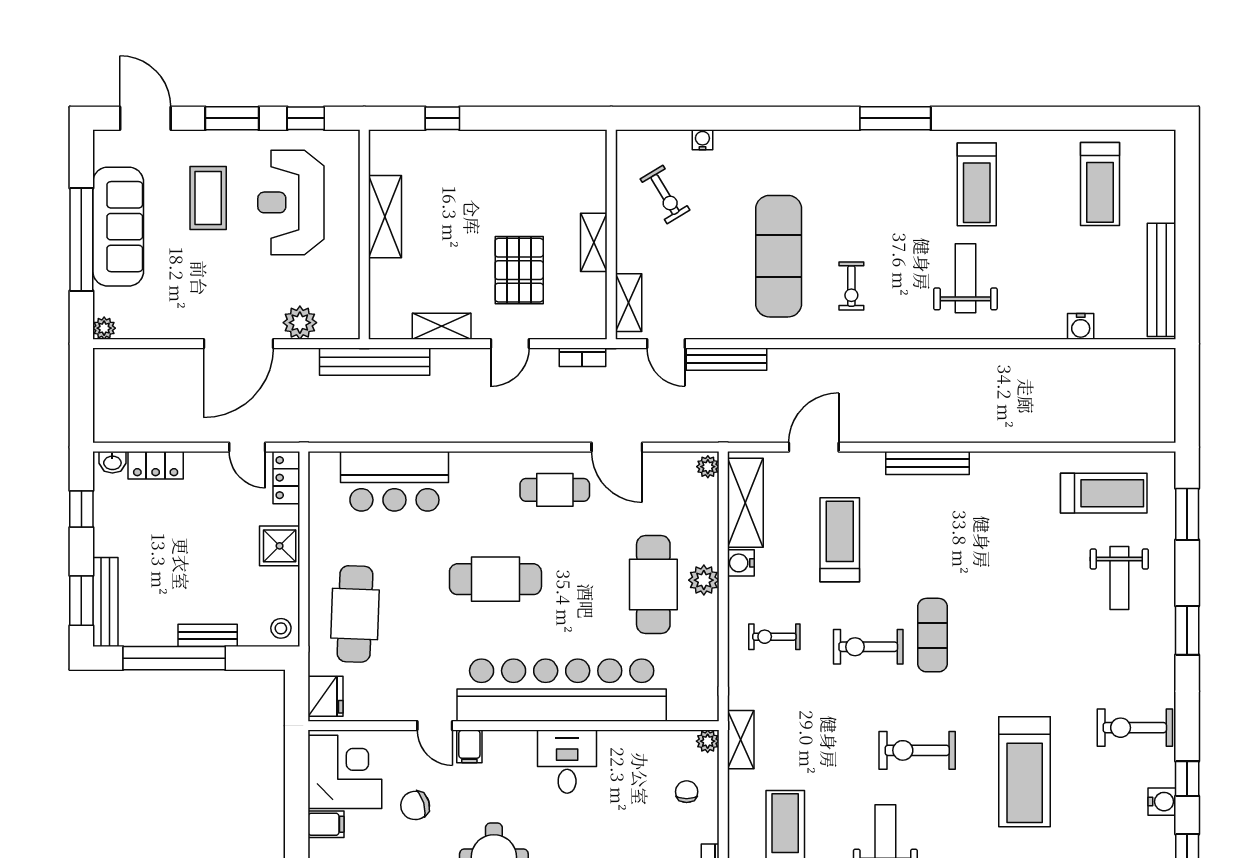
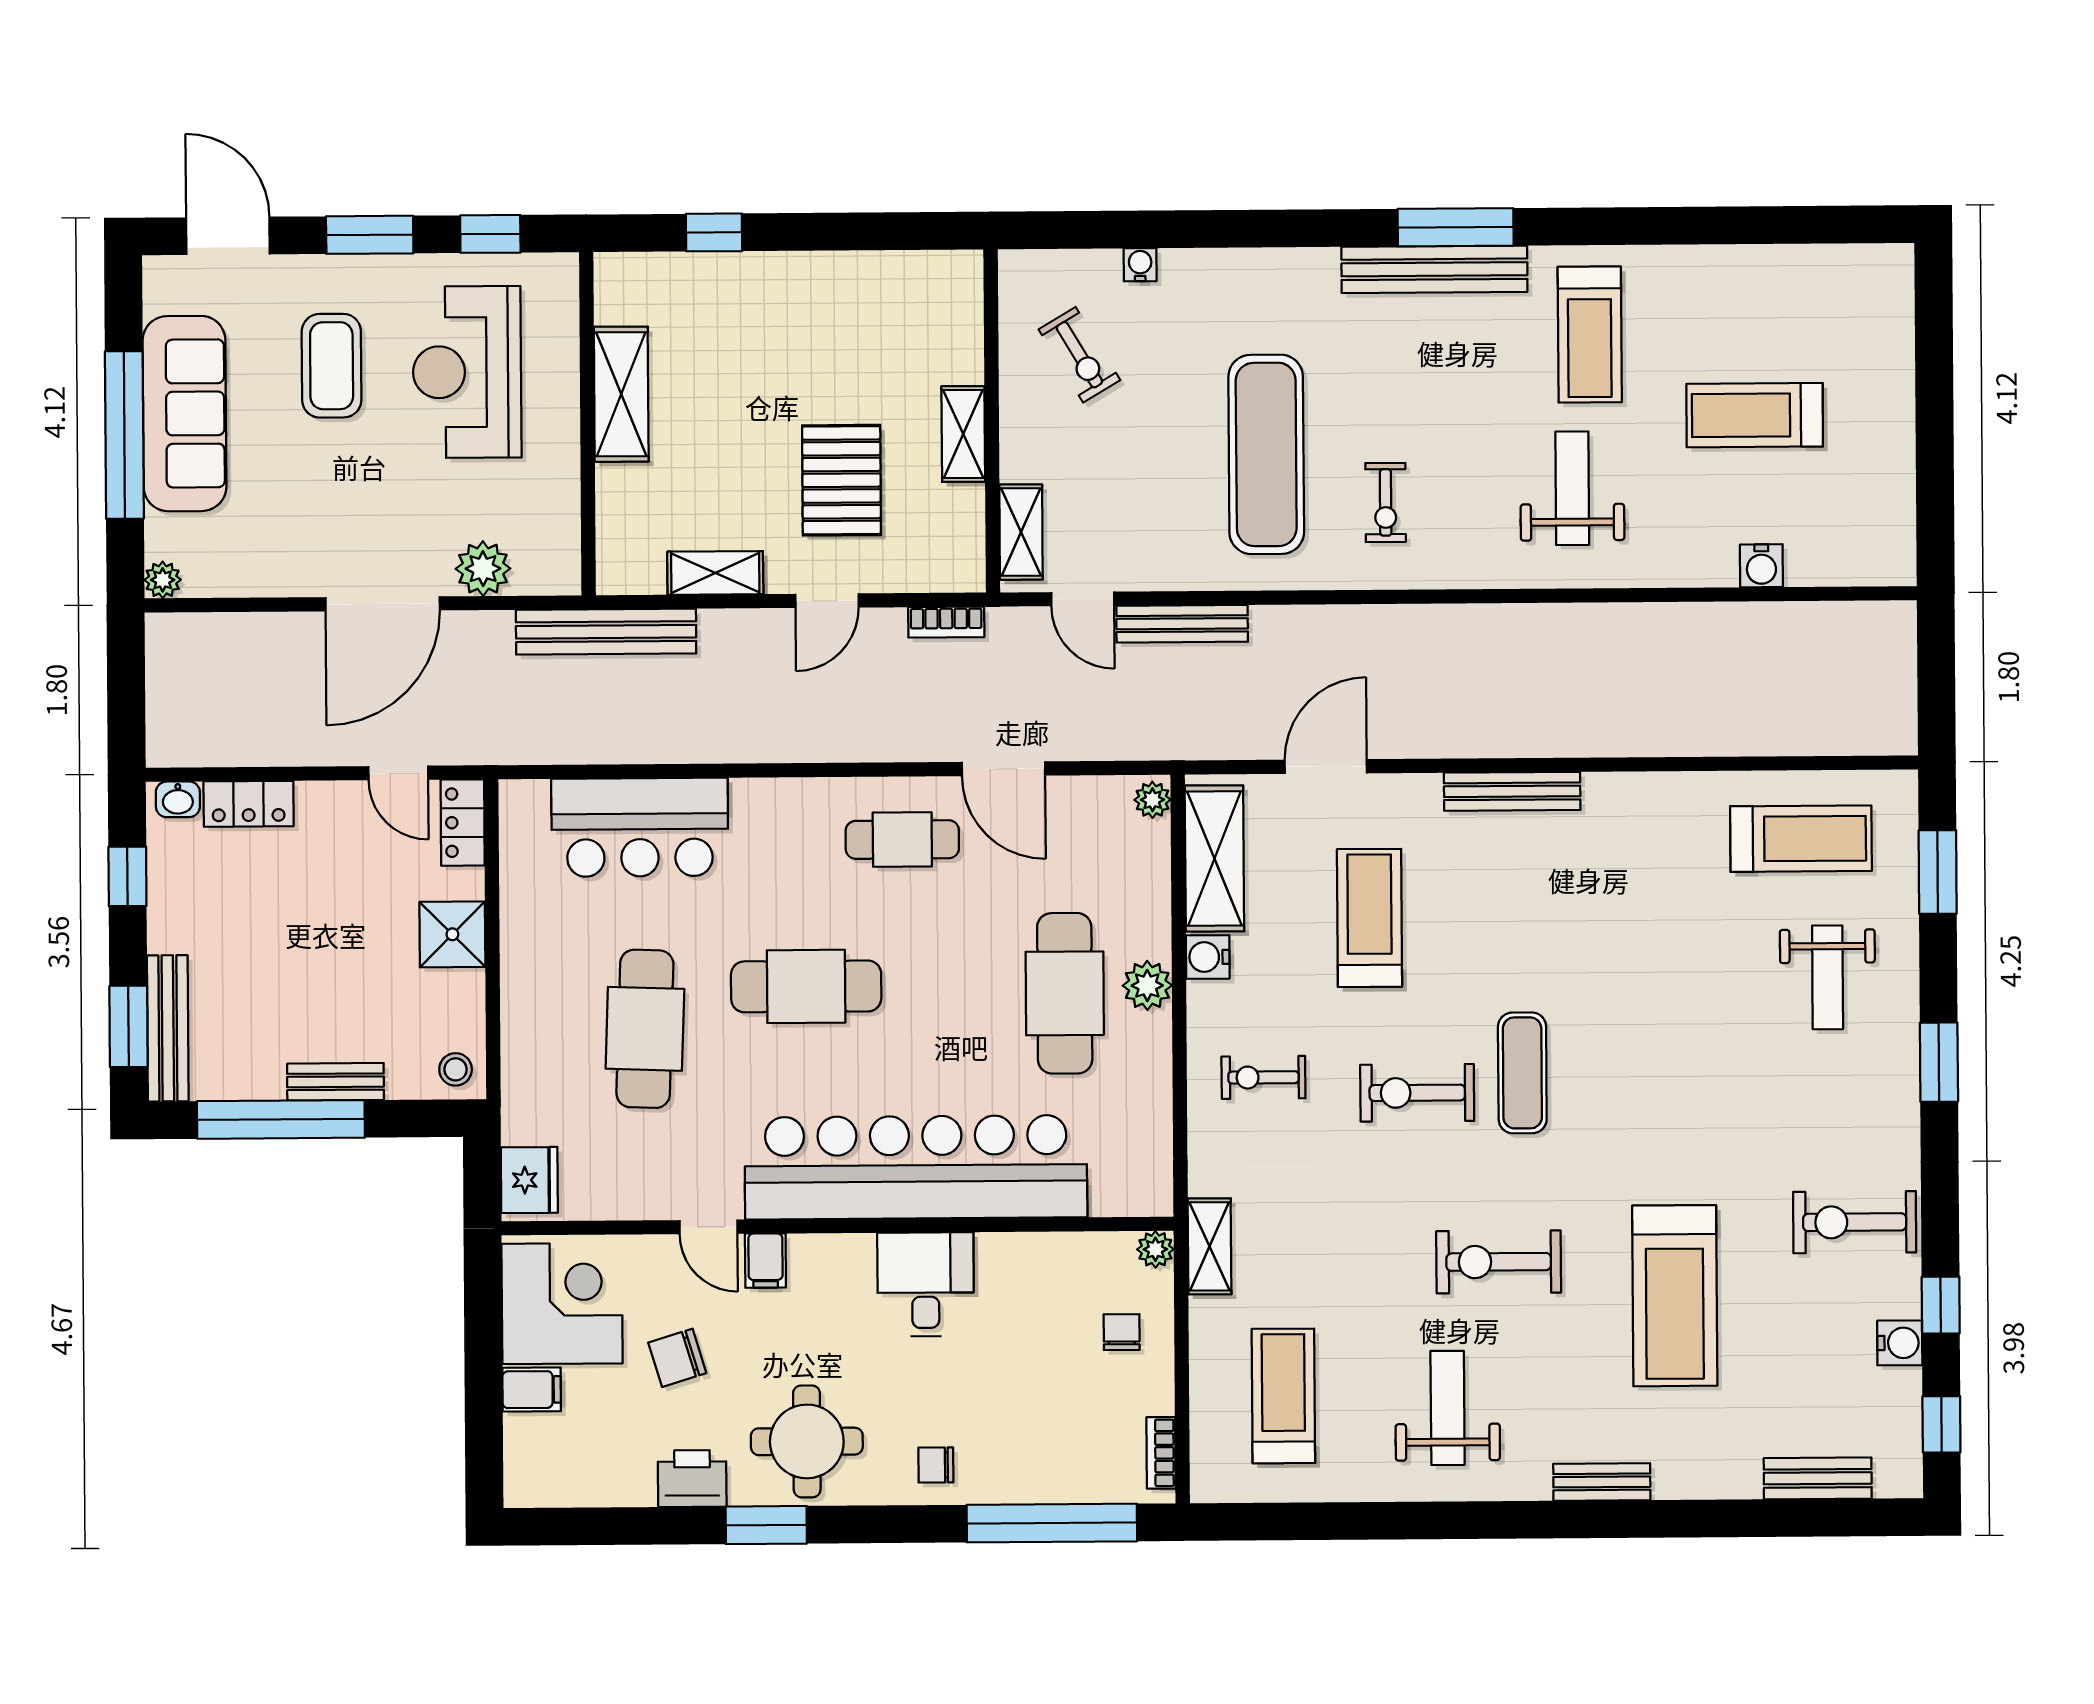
treadmill: (1100, 184) -> (1755, 415), moved, turned 90
bench: (1161, 280) -> (1434, 269), moved, turned 90
cafe table: (355, 614) -> (645, 1029), moved

